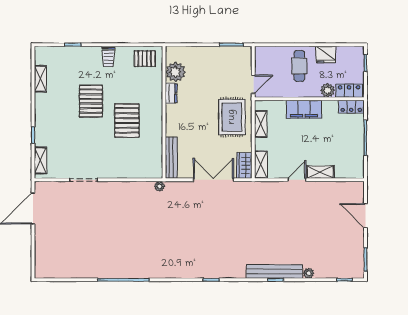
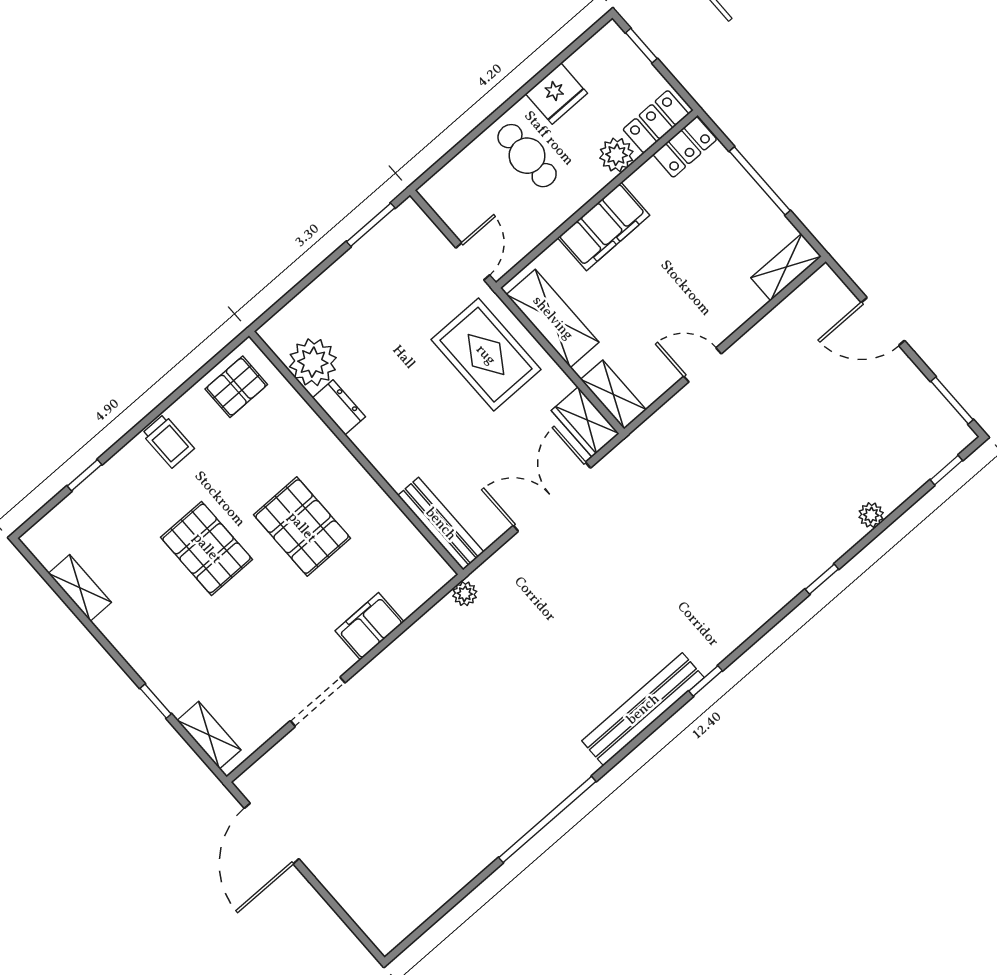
shelving: (261, 124) -> (553, 318), width x1.50, depth x1.33
filing cabinet: (121, 170) -> (370, 626), added
shelving: (320, 172) -> (786, 267), moved
door: (297, 180) -> (702, 365), hinge flipped
bench: (274, 271) -> (643, 709), moved

